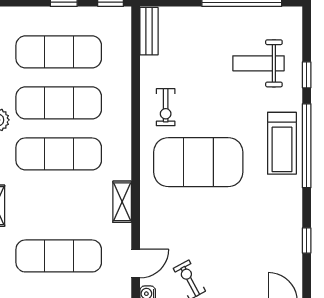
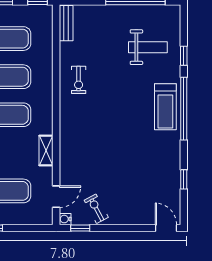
weight bench: (259, 63) -> (148, 47), turned 180
exercise mat: (198, 162) -> (103, 121), removed

